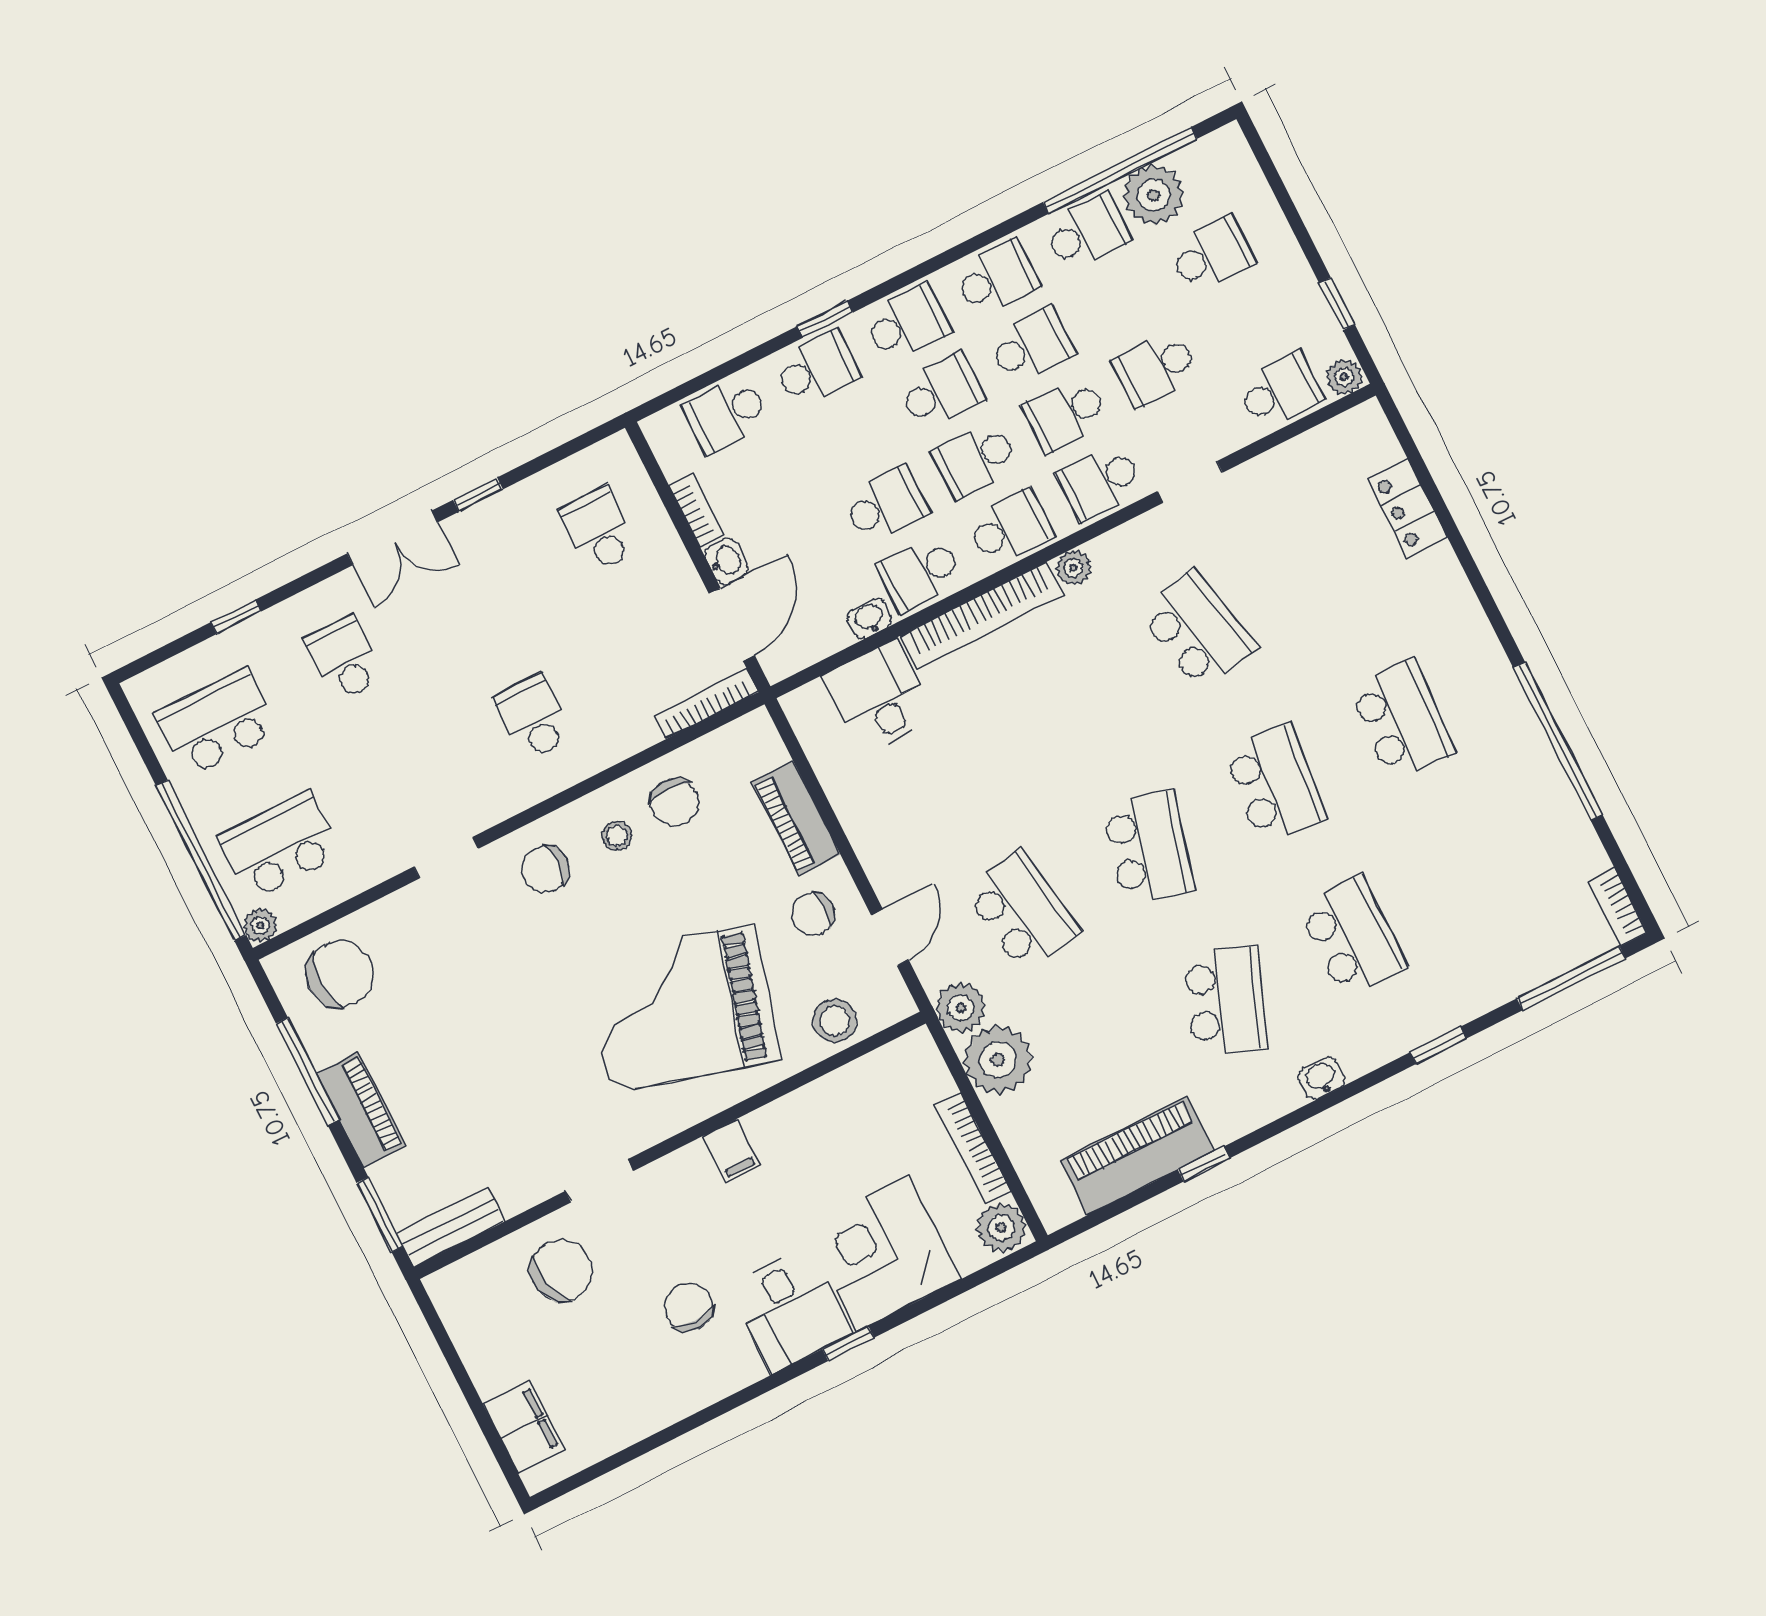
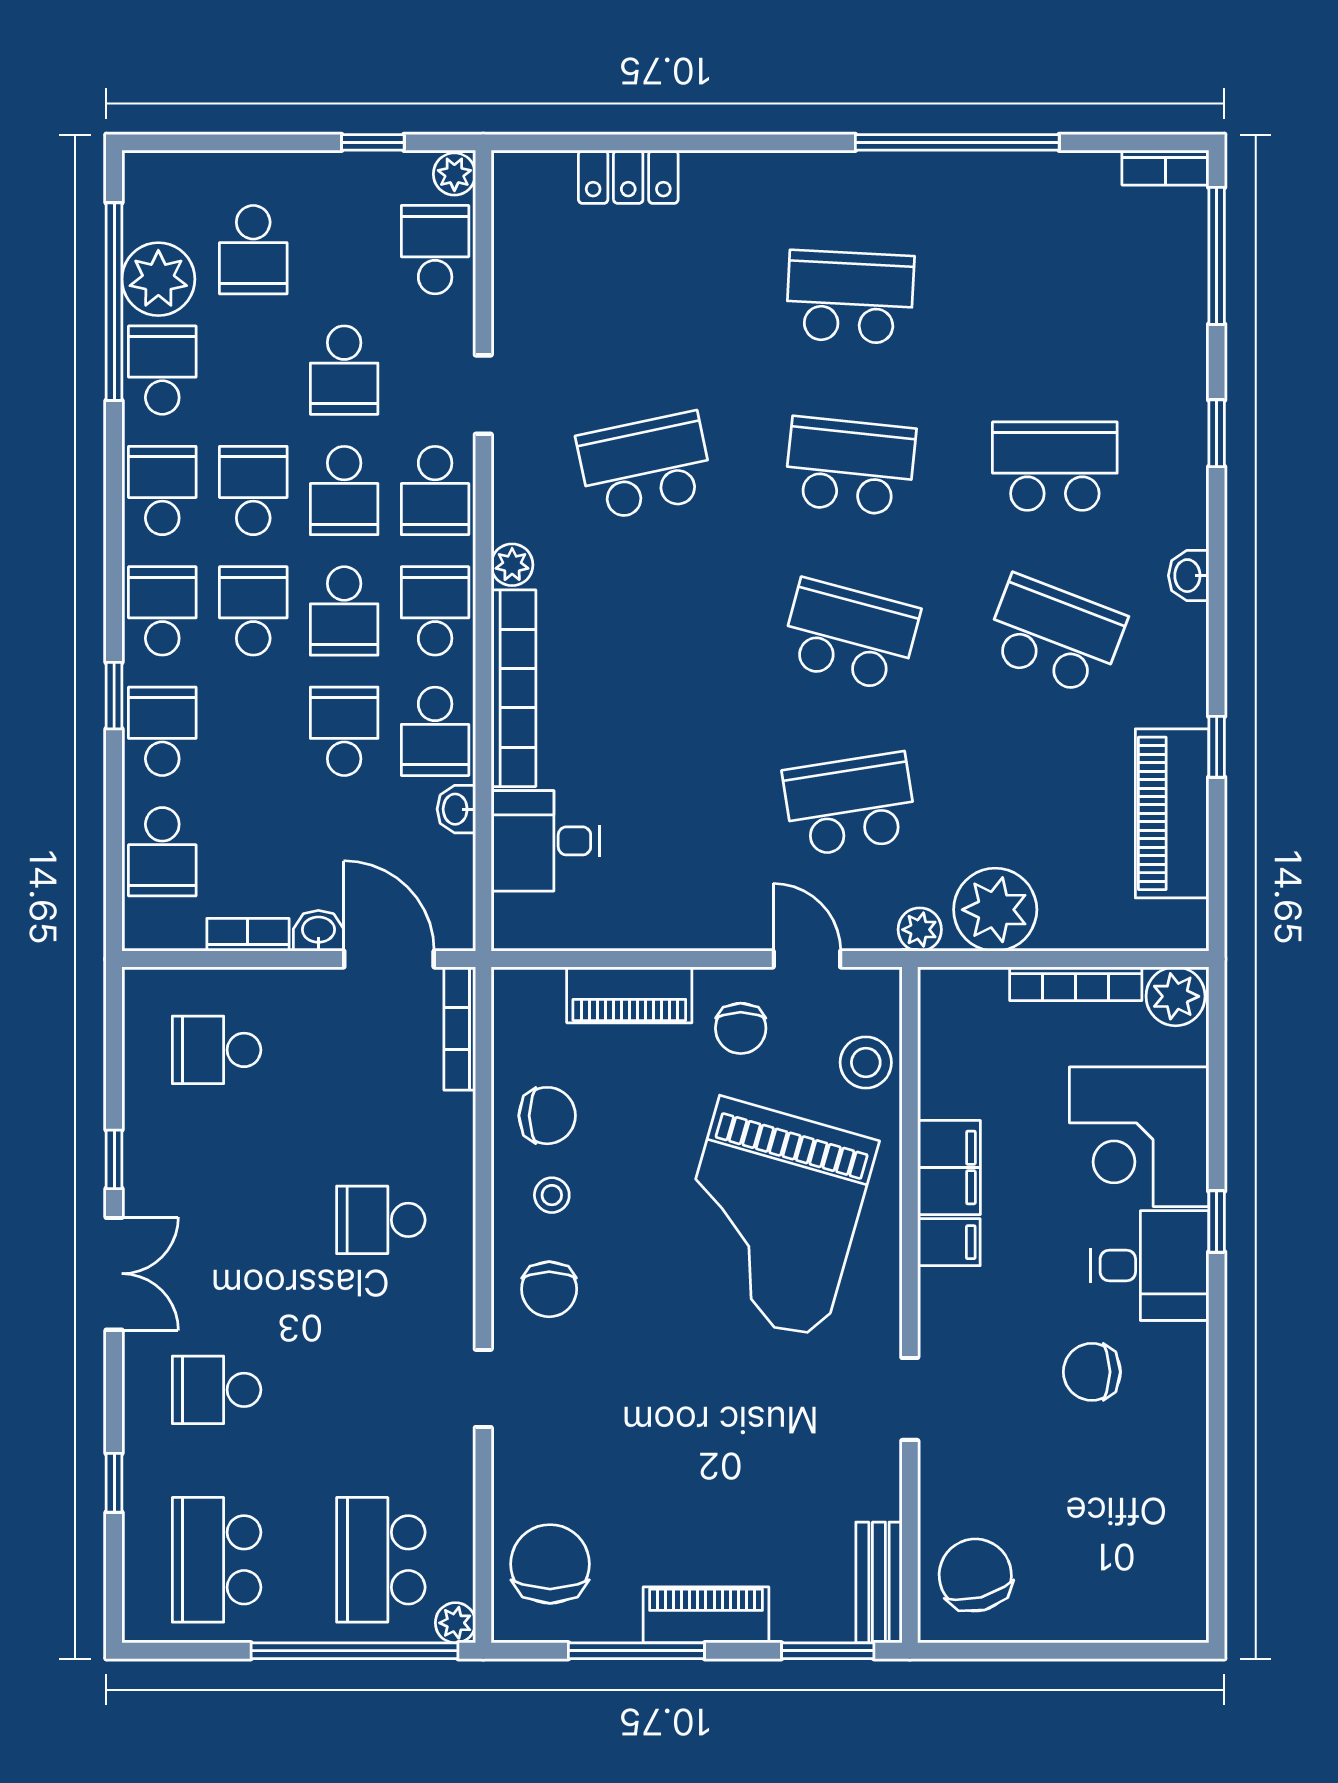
school desk: (1211, 255) -> (253, 250), turned 180
plant: (961, 1008) -> (920, 930), width x0.73, depth x0.73
chair: (561, 1270) -> (975, 1575), moved
filing cabinet: (524, 1427) -> (949, 1167), moved, turned 90

